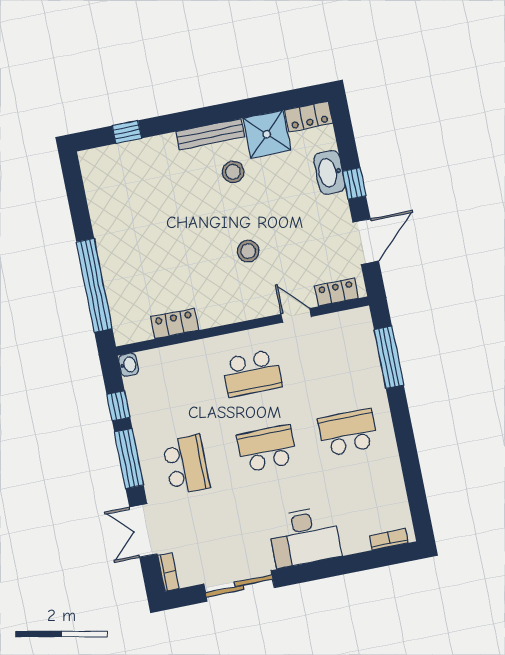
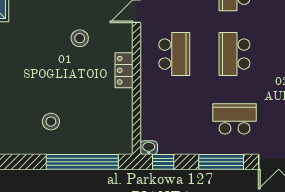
stool: (233, 172) -> (51, 122), moved
locker: (175, 323) -> (124, 70), moved
window: (118, 406) -> (163, 162), moved

